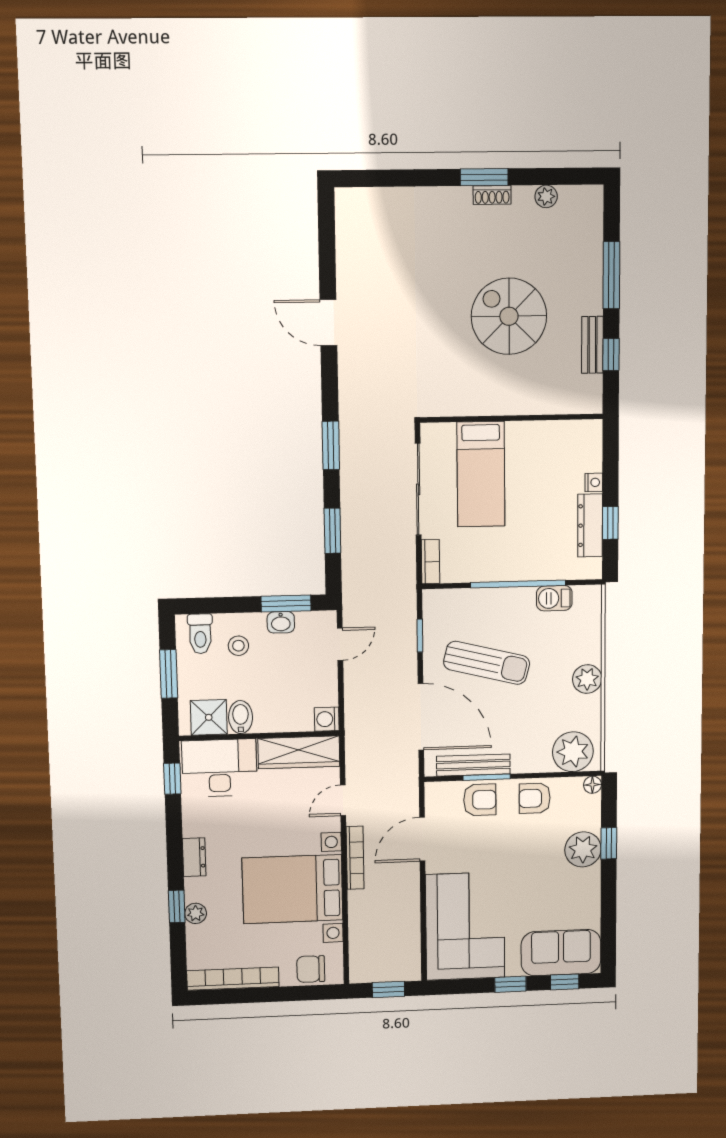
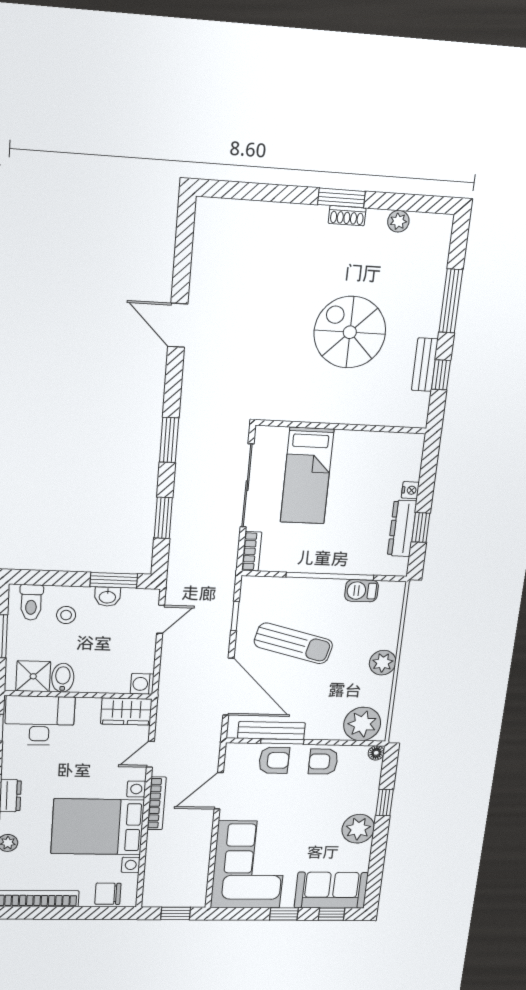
wardrobe: (299, 752) -> (126, 711), width x0.67
plant: (583, 849) -> (358, 829), moved

